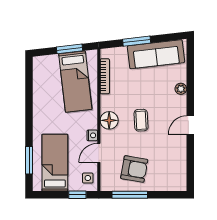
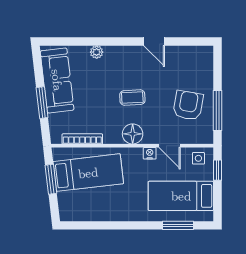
door: (190, 125) -> (154, 41), moved

